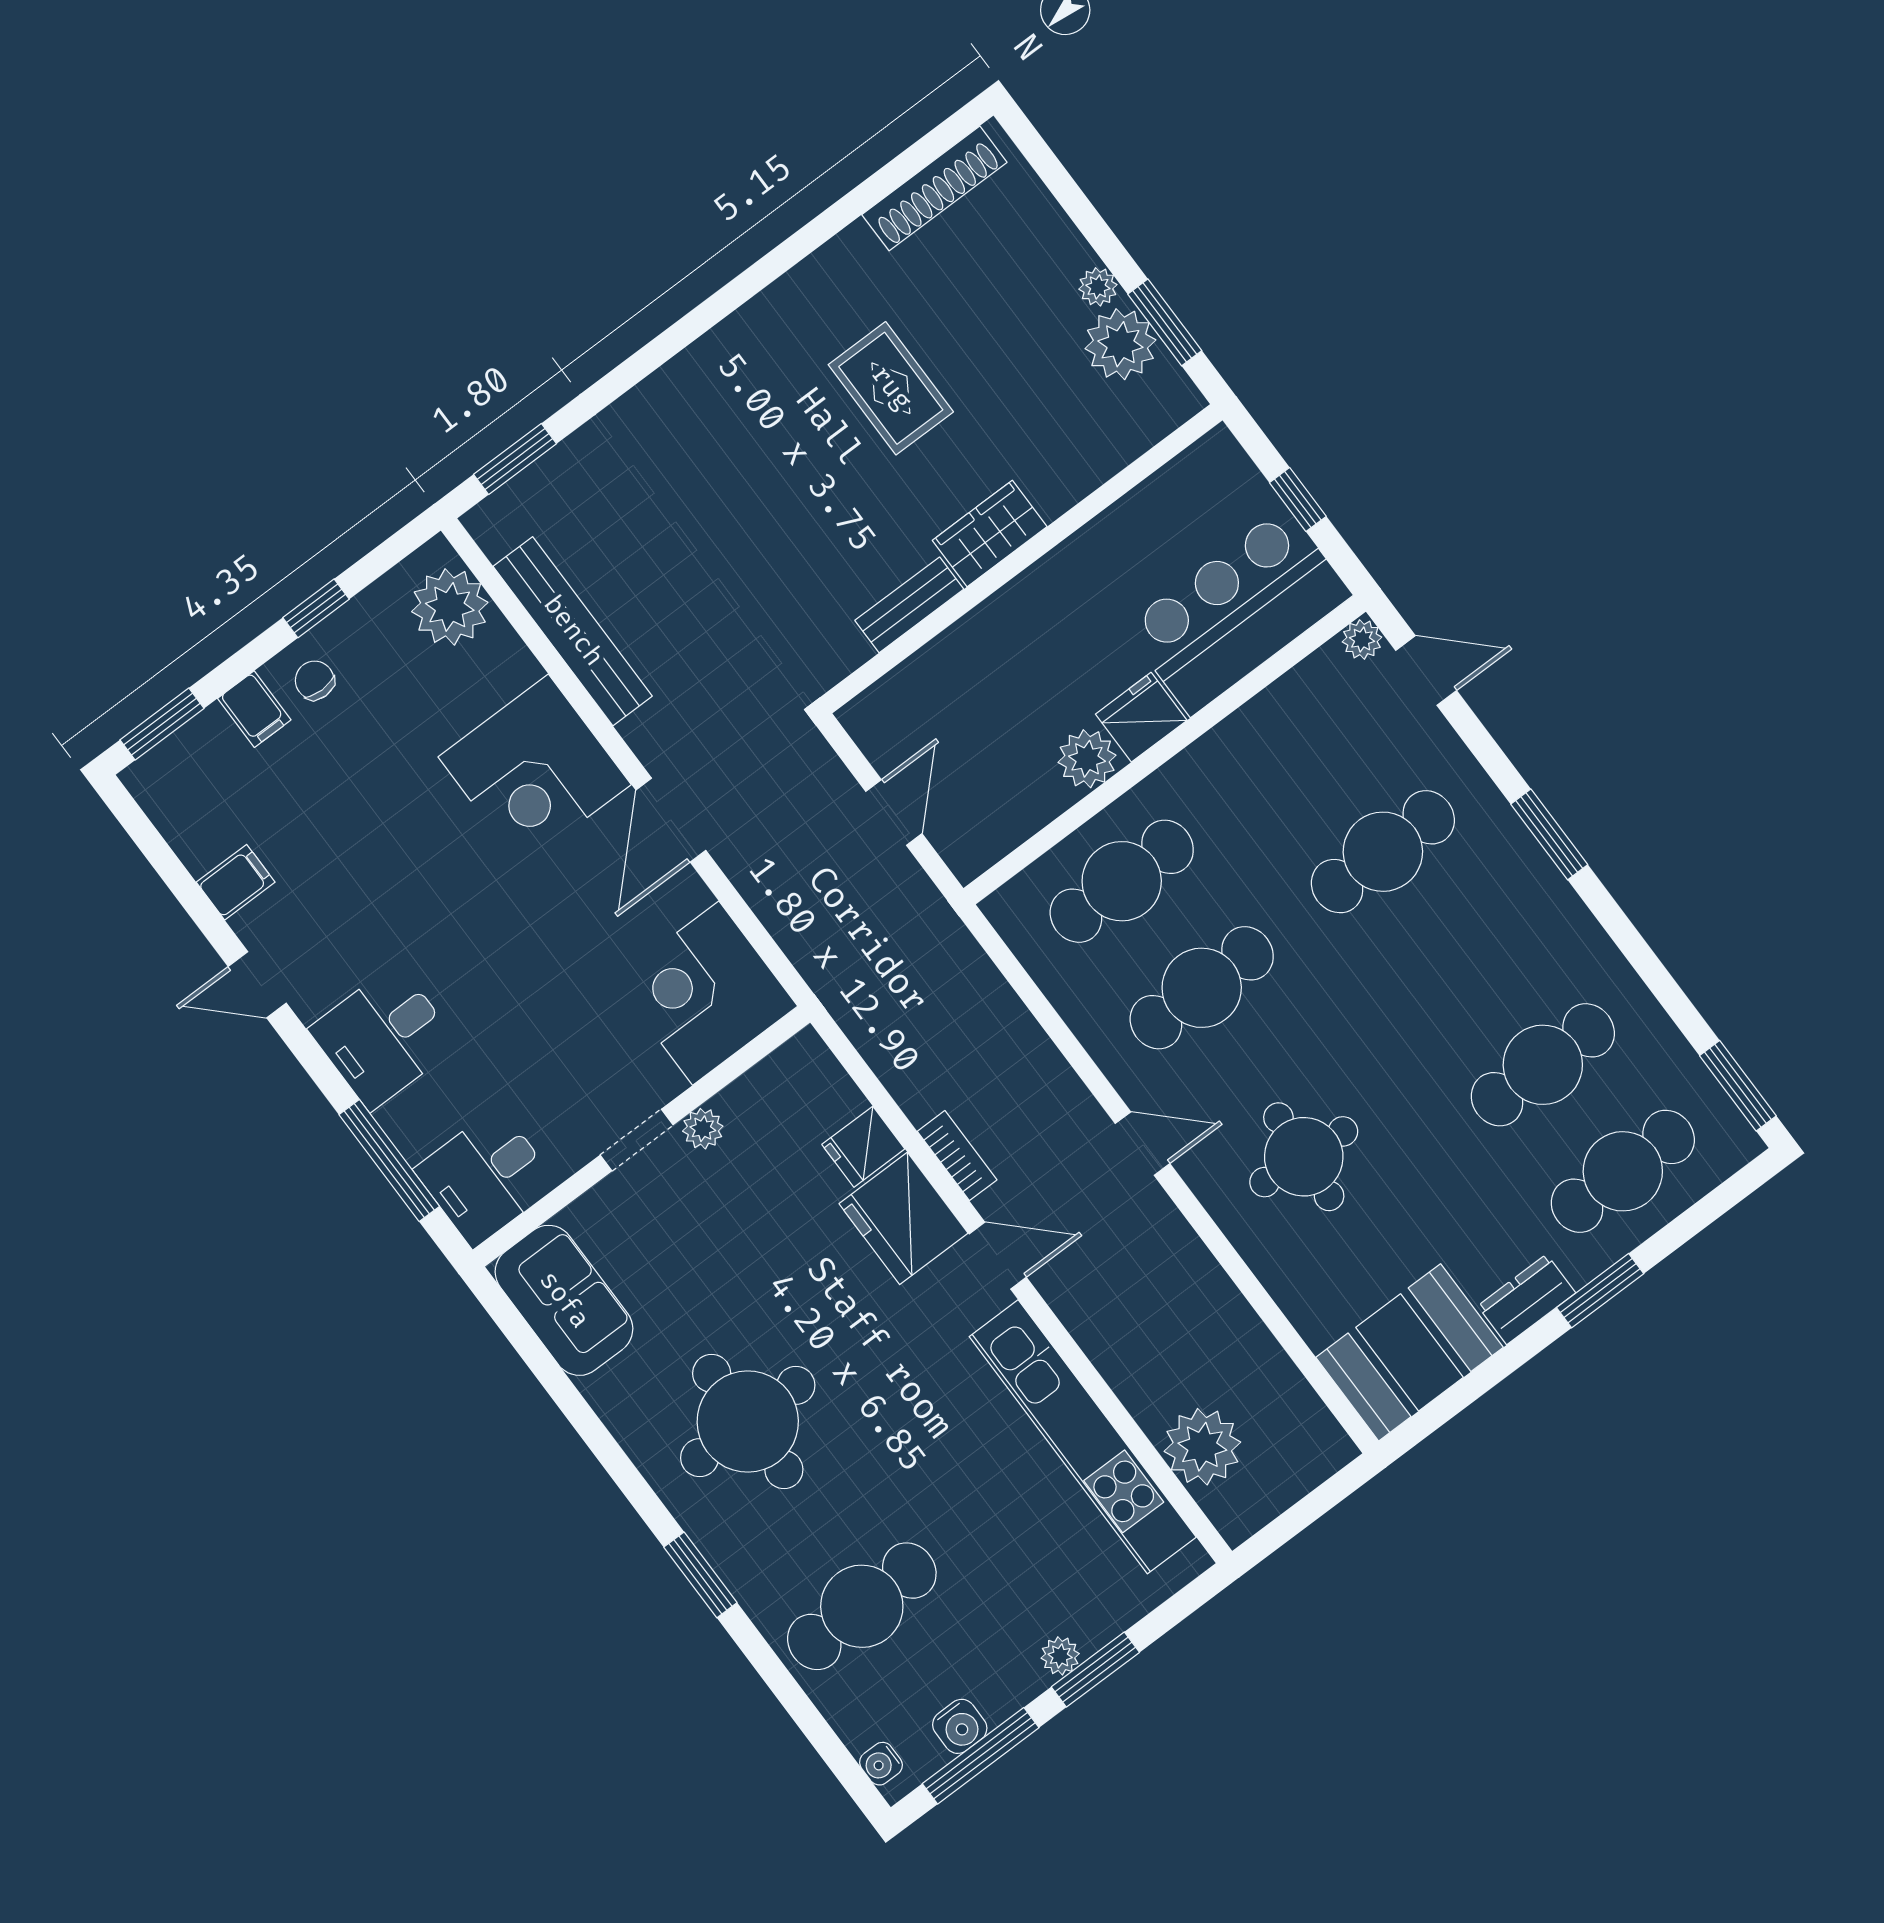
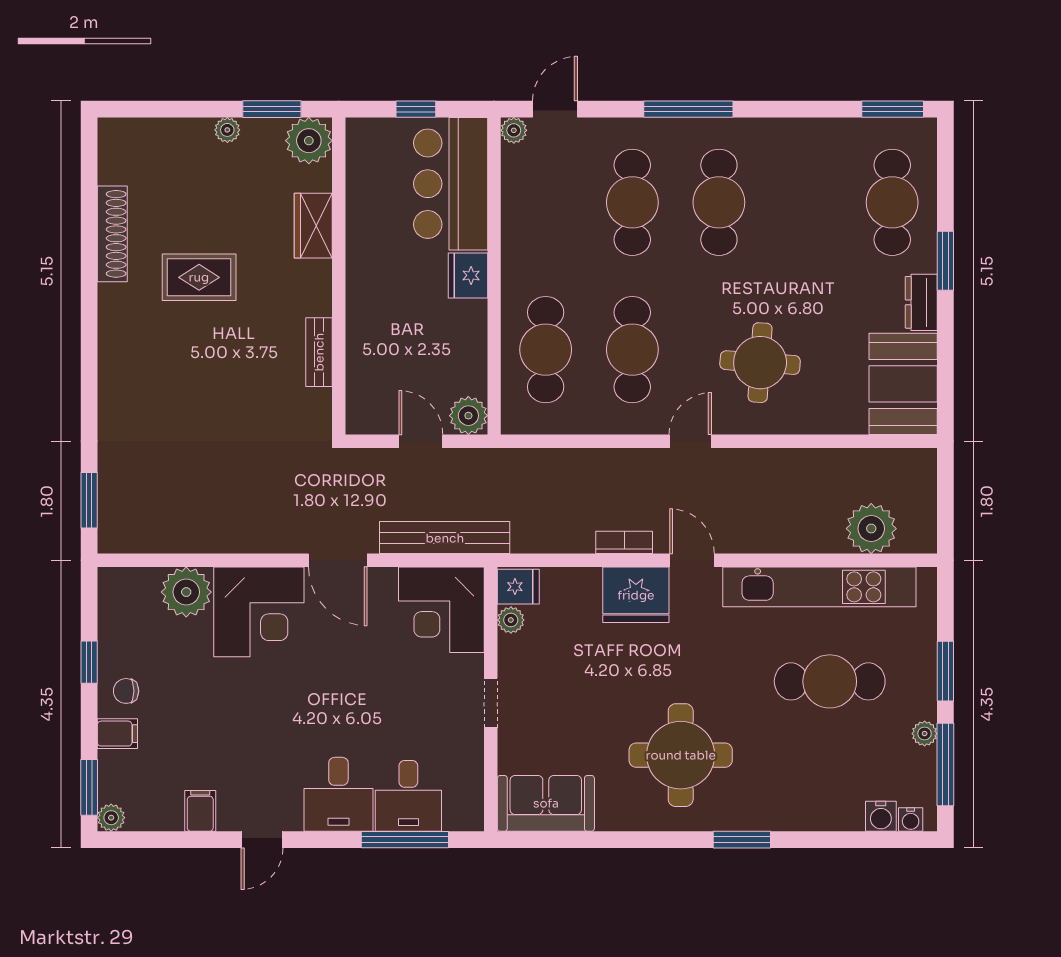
shoe rack: (934, 188) -> (112, 234), moved
plant: (1120, 344) -> (309, 141), moved
wardrobe: (990, 533) -> (313, 226), moved
plant: (450, 607) -> (186, 592), moved
bench: (573, 631) -> (445, 538), moved
plant: (1087, 759) -> (468, 416), moved
plant: (145, 779) -> (111, 818), added
window: (1549, 834) -> (688, 109), width x1.44
cafe table: (1543, 1065) -> (719, 202), moved
plant: (703, 1129) -> (511, 620), moved
fridge: (863, 1147) -> (518, 587), moved, turned -90
desk: (486, 1177) -> (408, 796), moved
door: (998, 1256) -> (692, 560), hinge flipped
cafe table: (862, 1606) -> (830, 681), moved, turned 90
plant: (1060, 1656) -> (925, 734), moved
water cooler: (960, 1726) -> (881, 816), moved, turned 90

